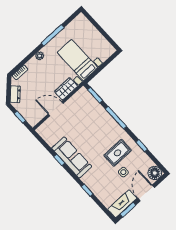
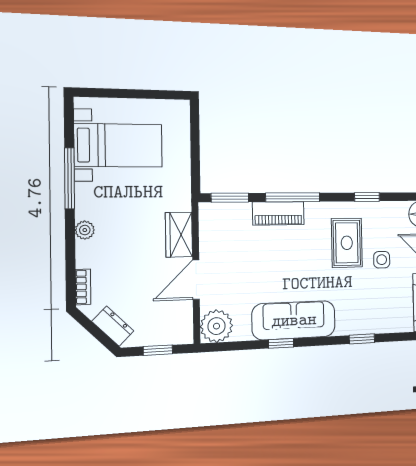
bed with nightstands: (77, 60) -> (118, 145), moved, turned 180
piano: (105, 117) -> (278, 213), added
plant: (46, 131) -> (217, 326), added

